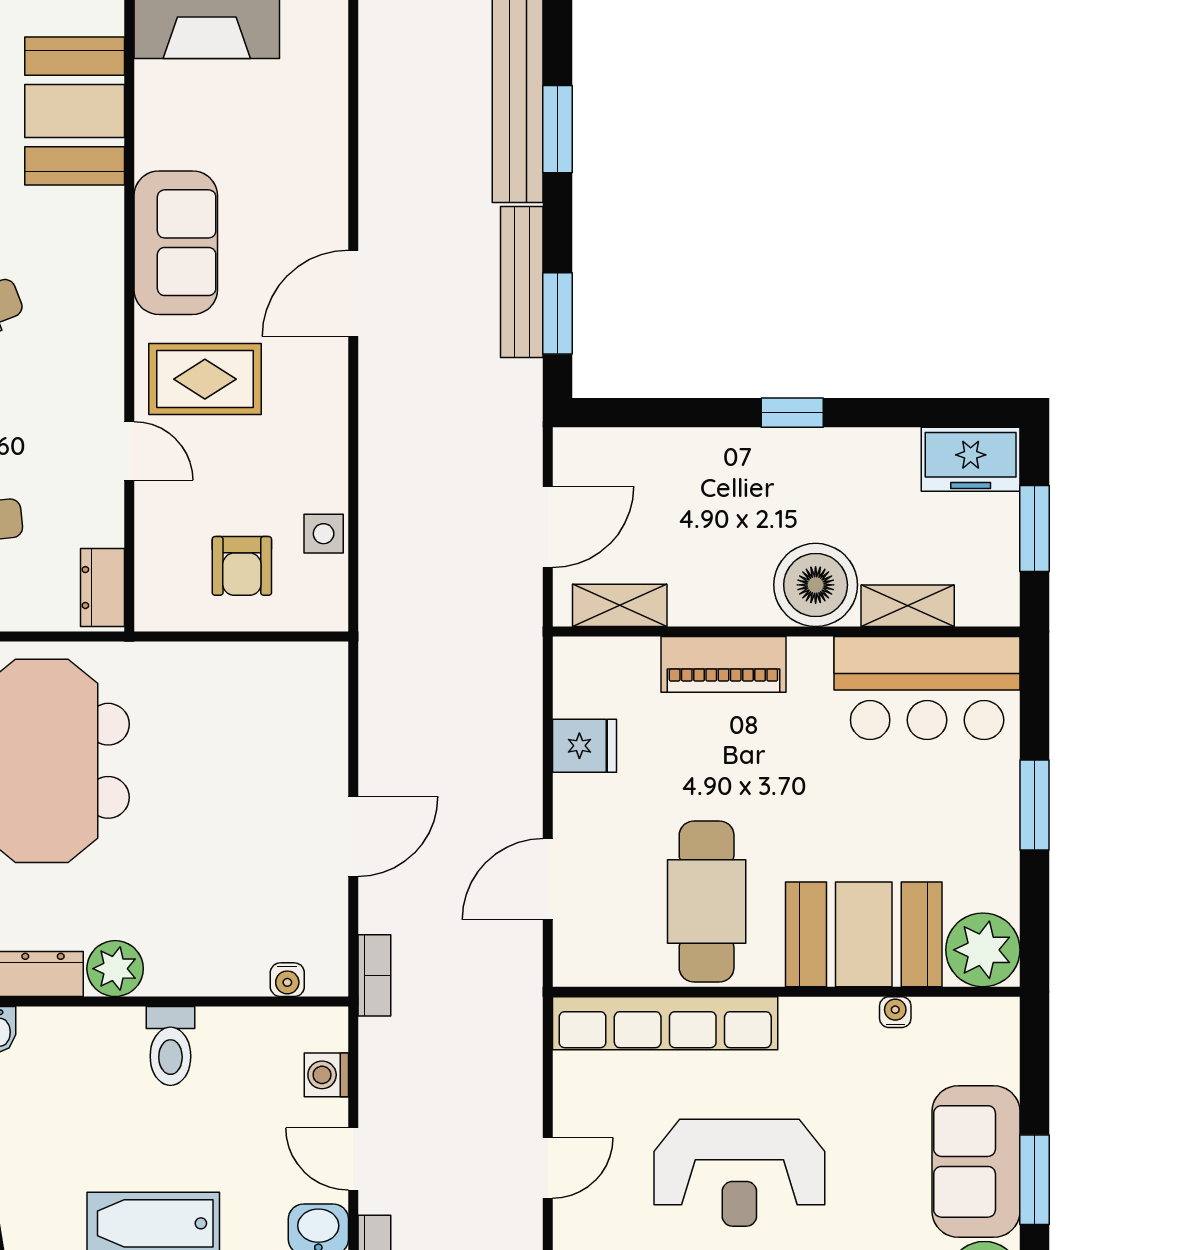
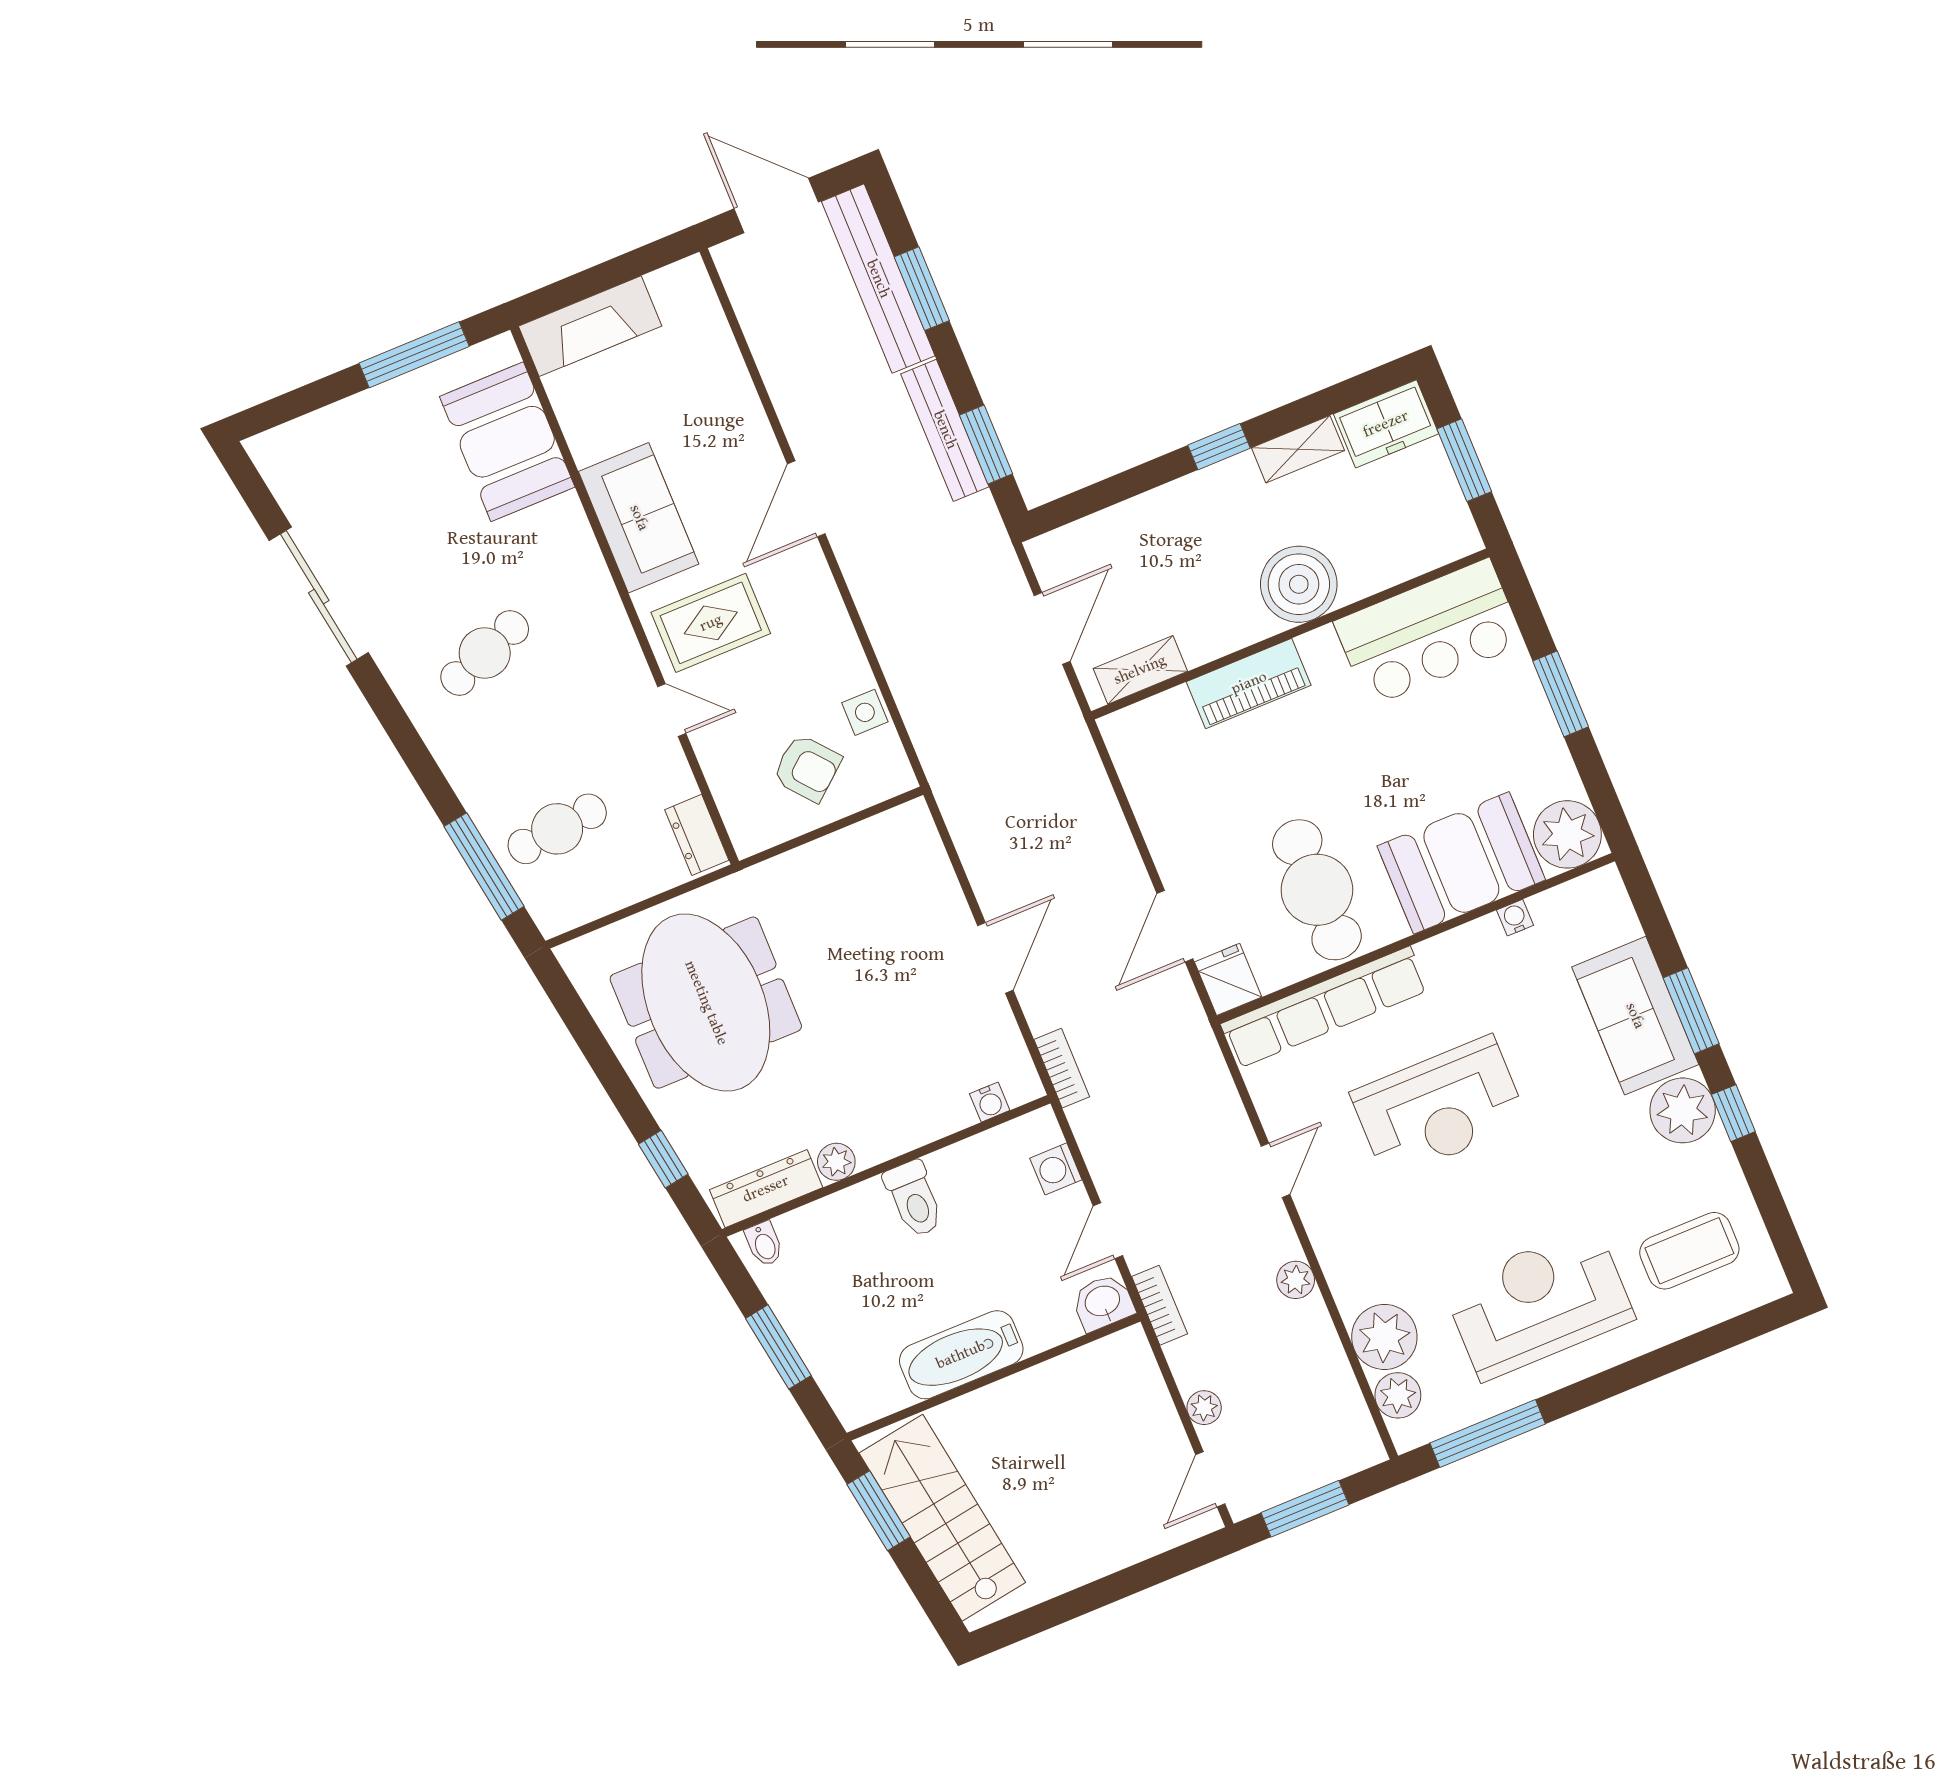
armchair: (242, 566) -> (807, 768), turned -40
shelving: (908, 606) -> (1298, 449), moved
fridge: (585, 746) -> (1228, 979), moved, turned -90
plant: (115, 969) -> (836, 1162), width x0.73, depth x0.73
door: (353, 1159) -> (1108, 1231), hinge flipped

